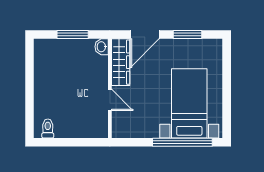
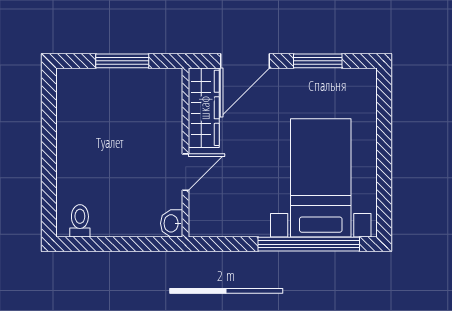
washbasin: (102, 47) -> (172, 223), moved
door: (110, 100) -> (186, 172), hinge flipped

